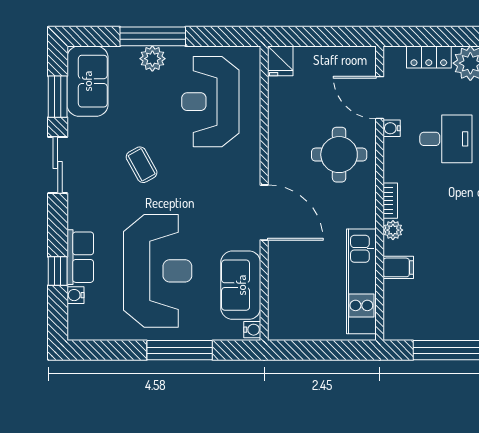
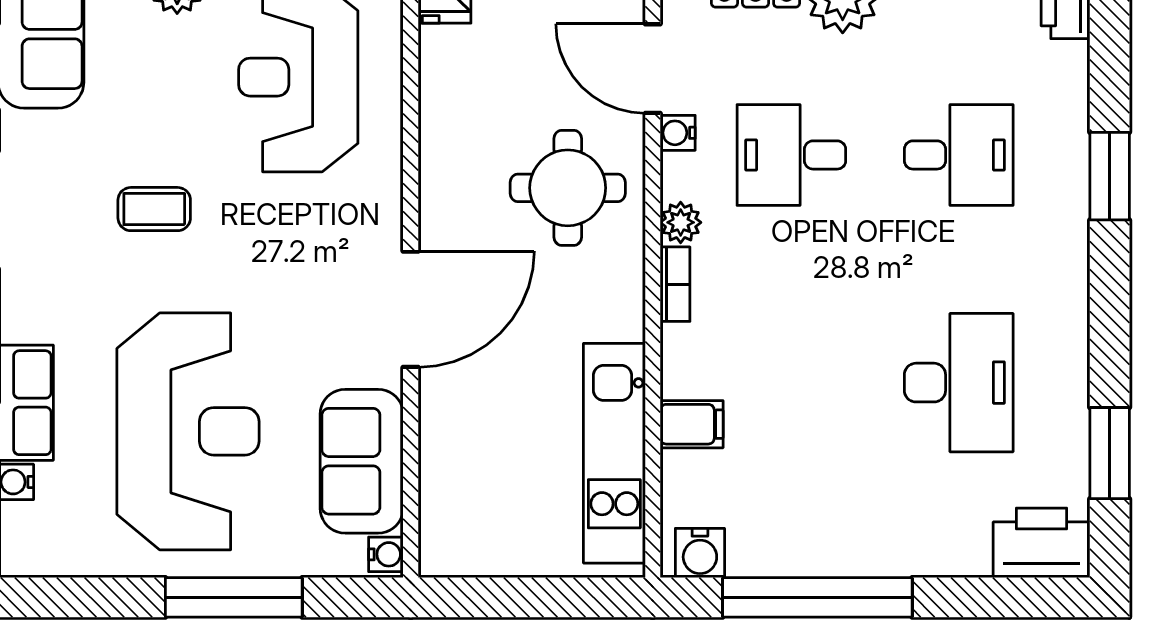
desk: (446, 139) -> (791, 155), turned 180
coffee table: (142, 165) -> (154, 209), turned -61
door: (264, 213) -> (411, 309), hinge flipped
plant: (393, 230) -> (681, 222), moved
water cooler: (402, 329) -> (700, 553), added

